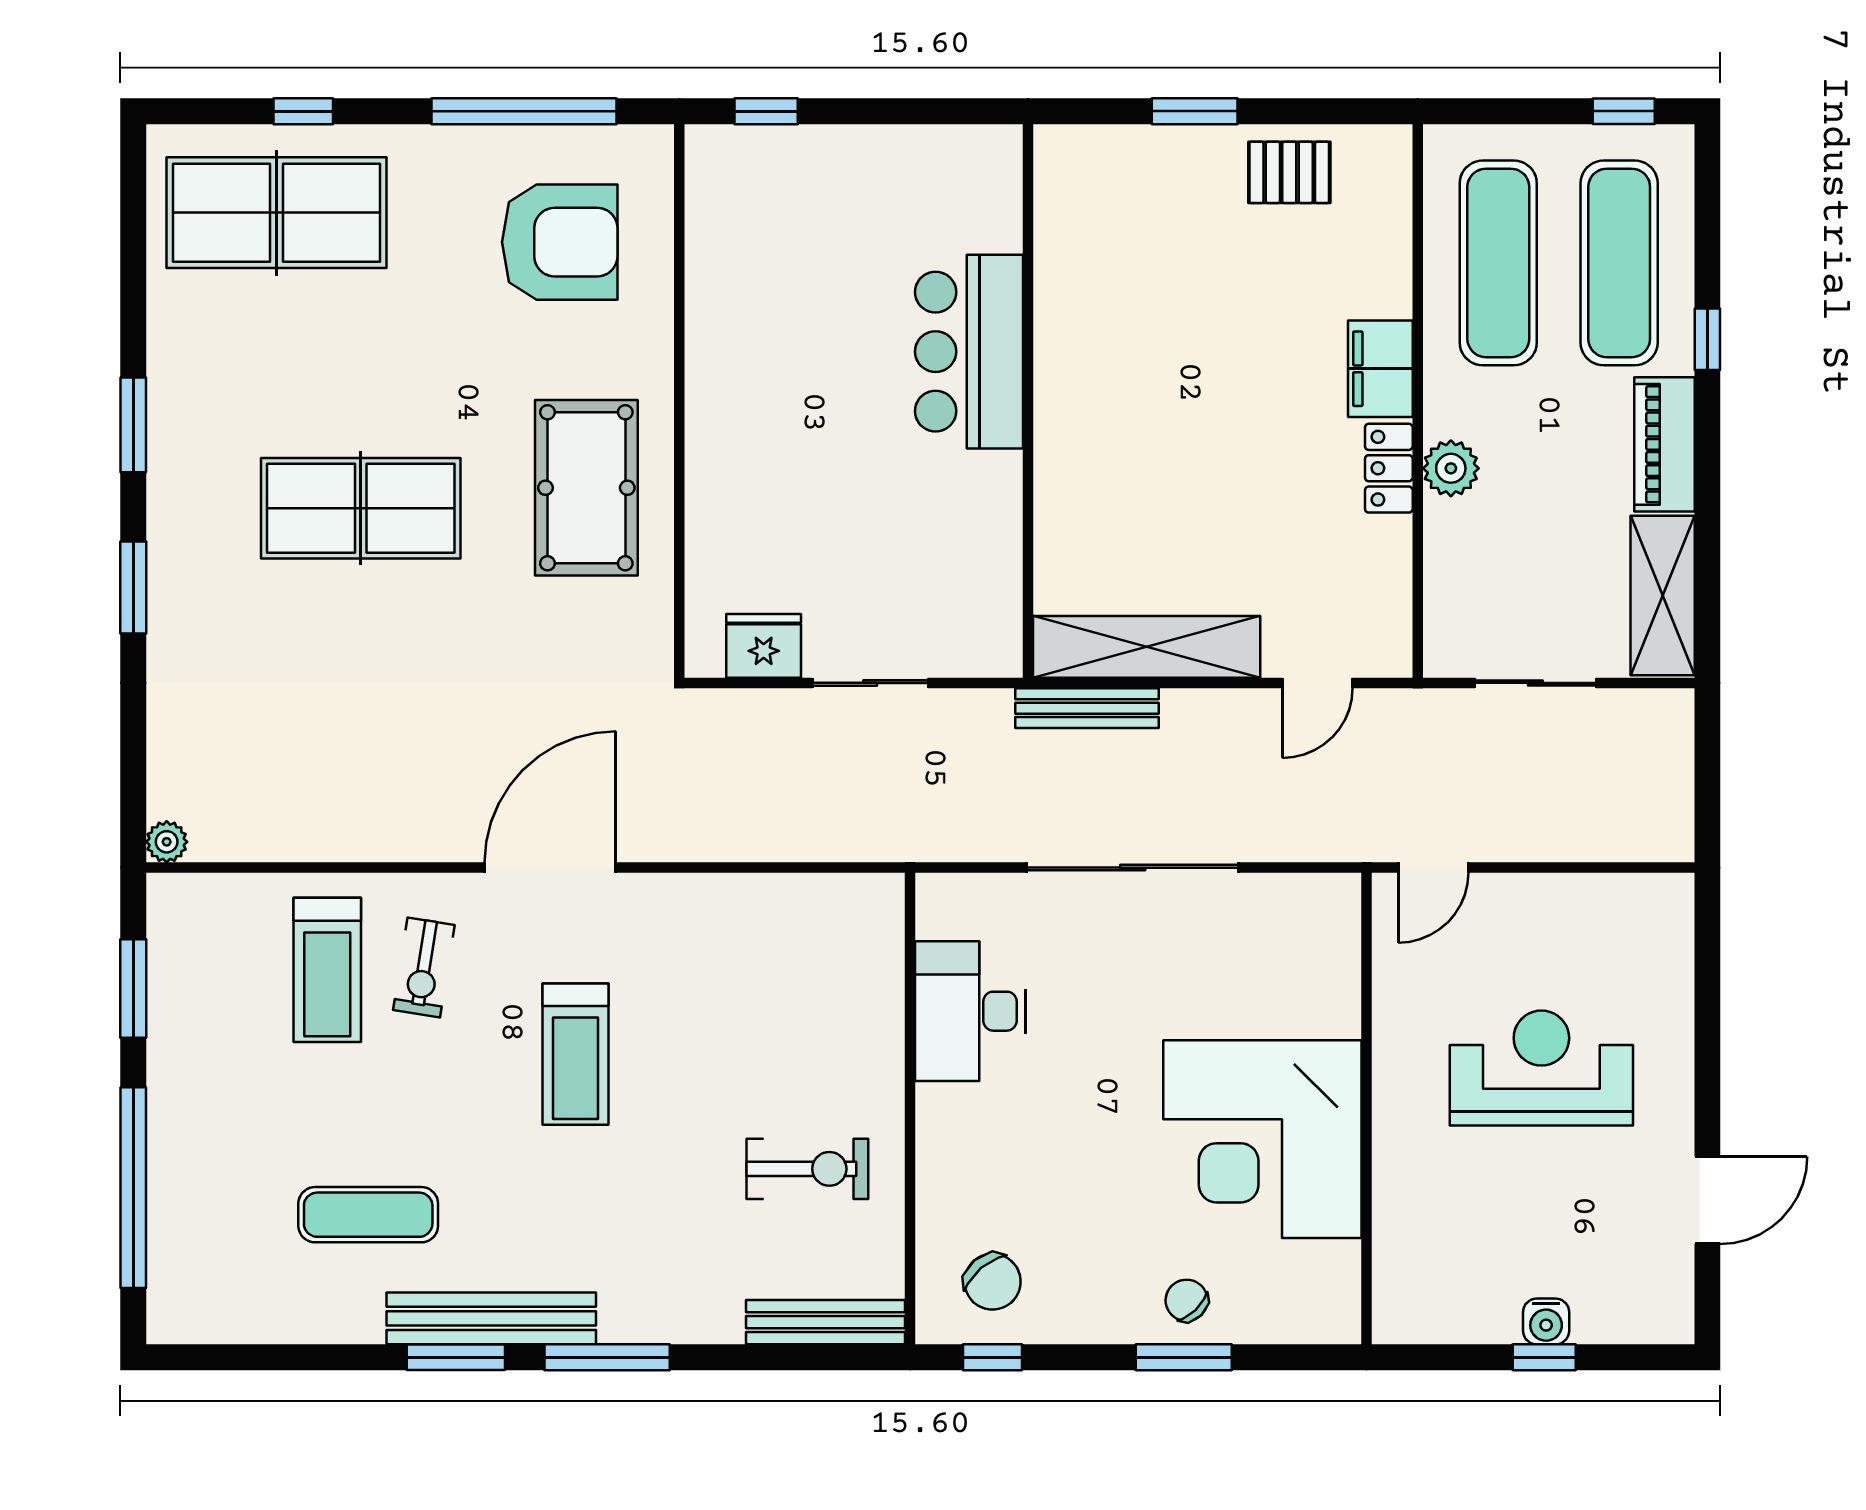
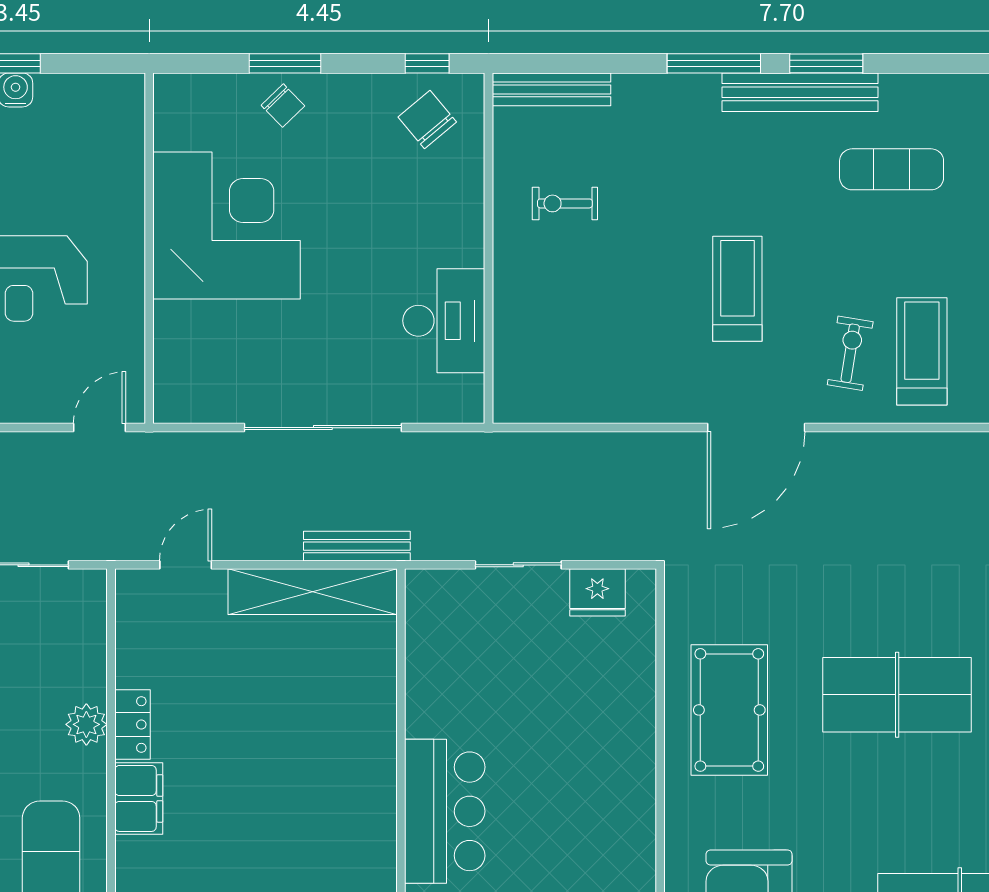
exercise bike: (807, 1169) -> (565, 203), width x0.73, depth x0.72

